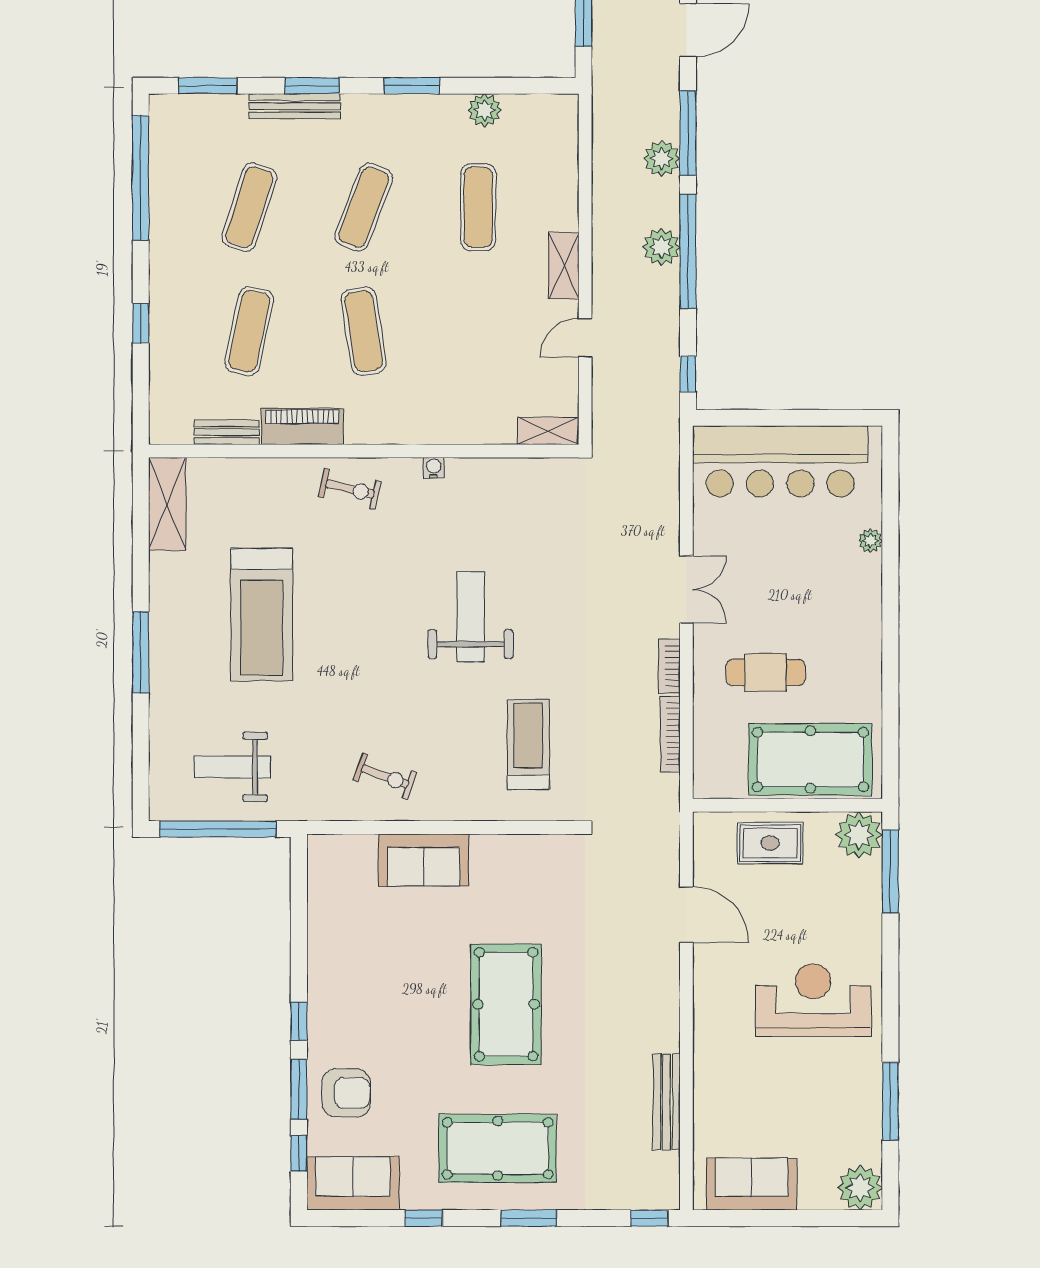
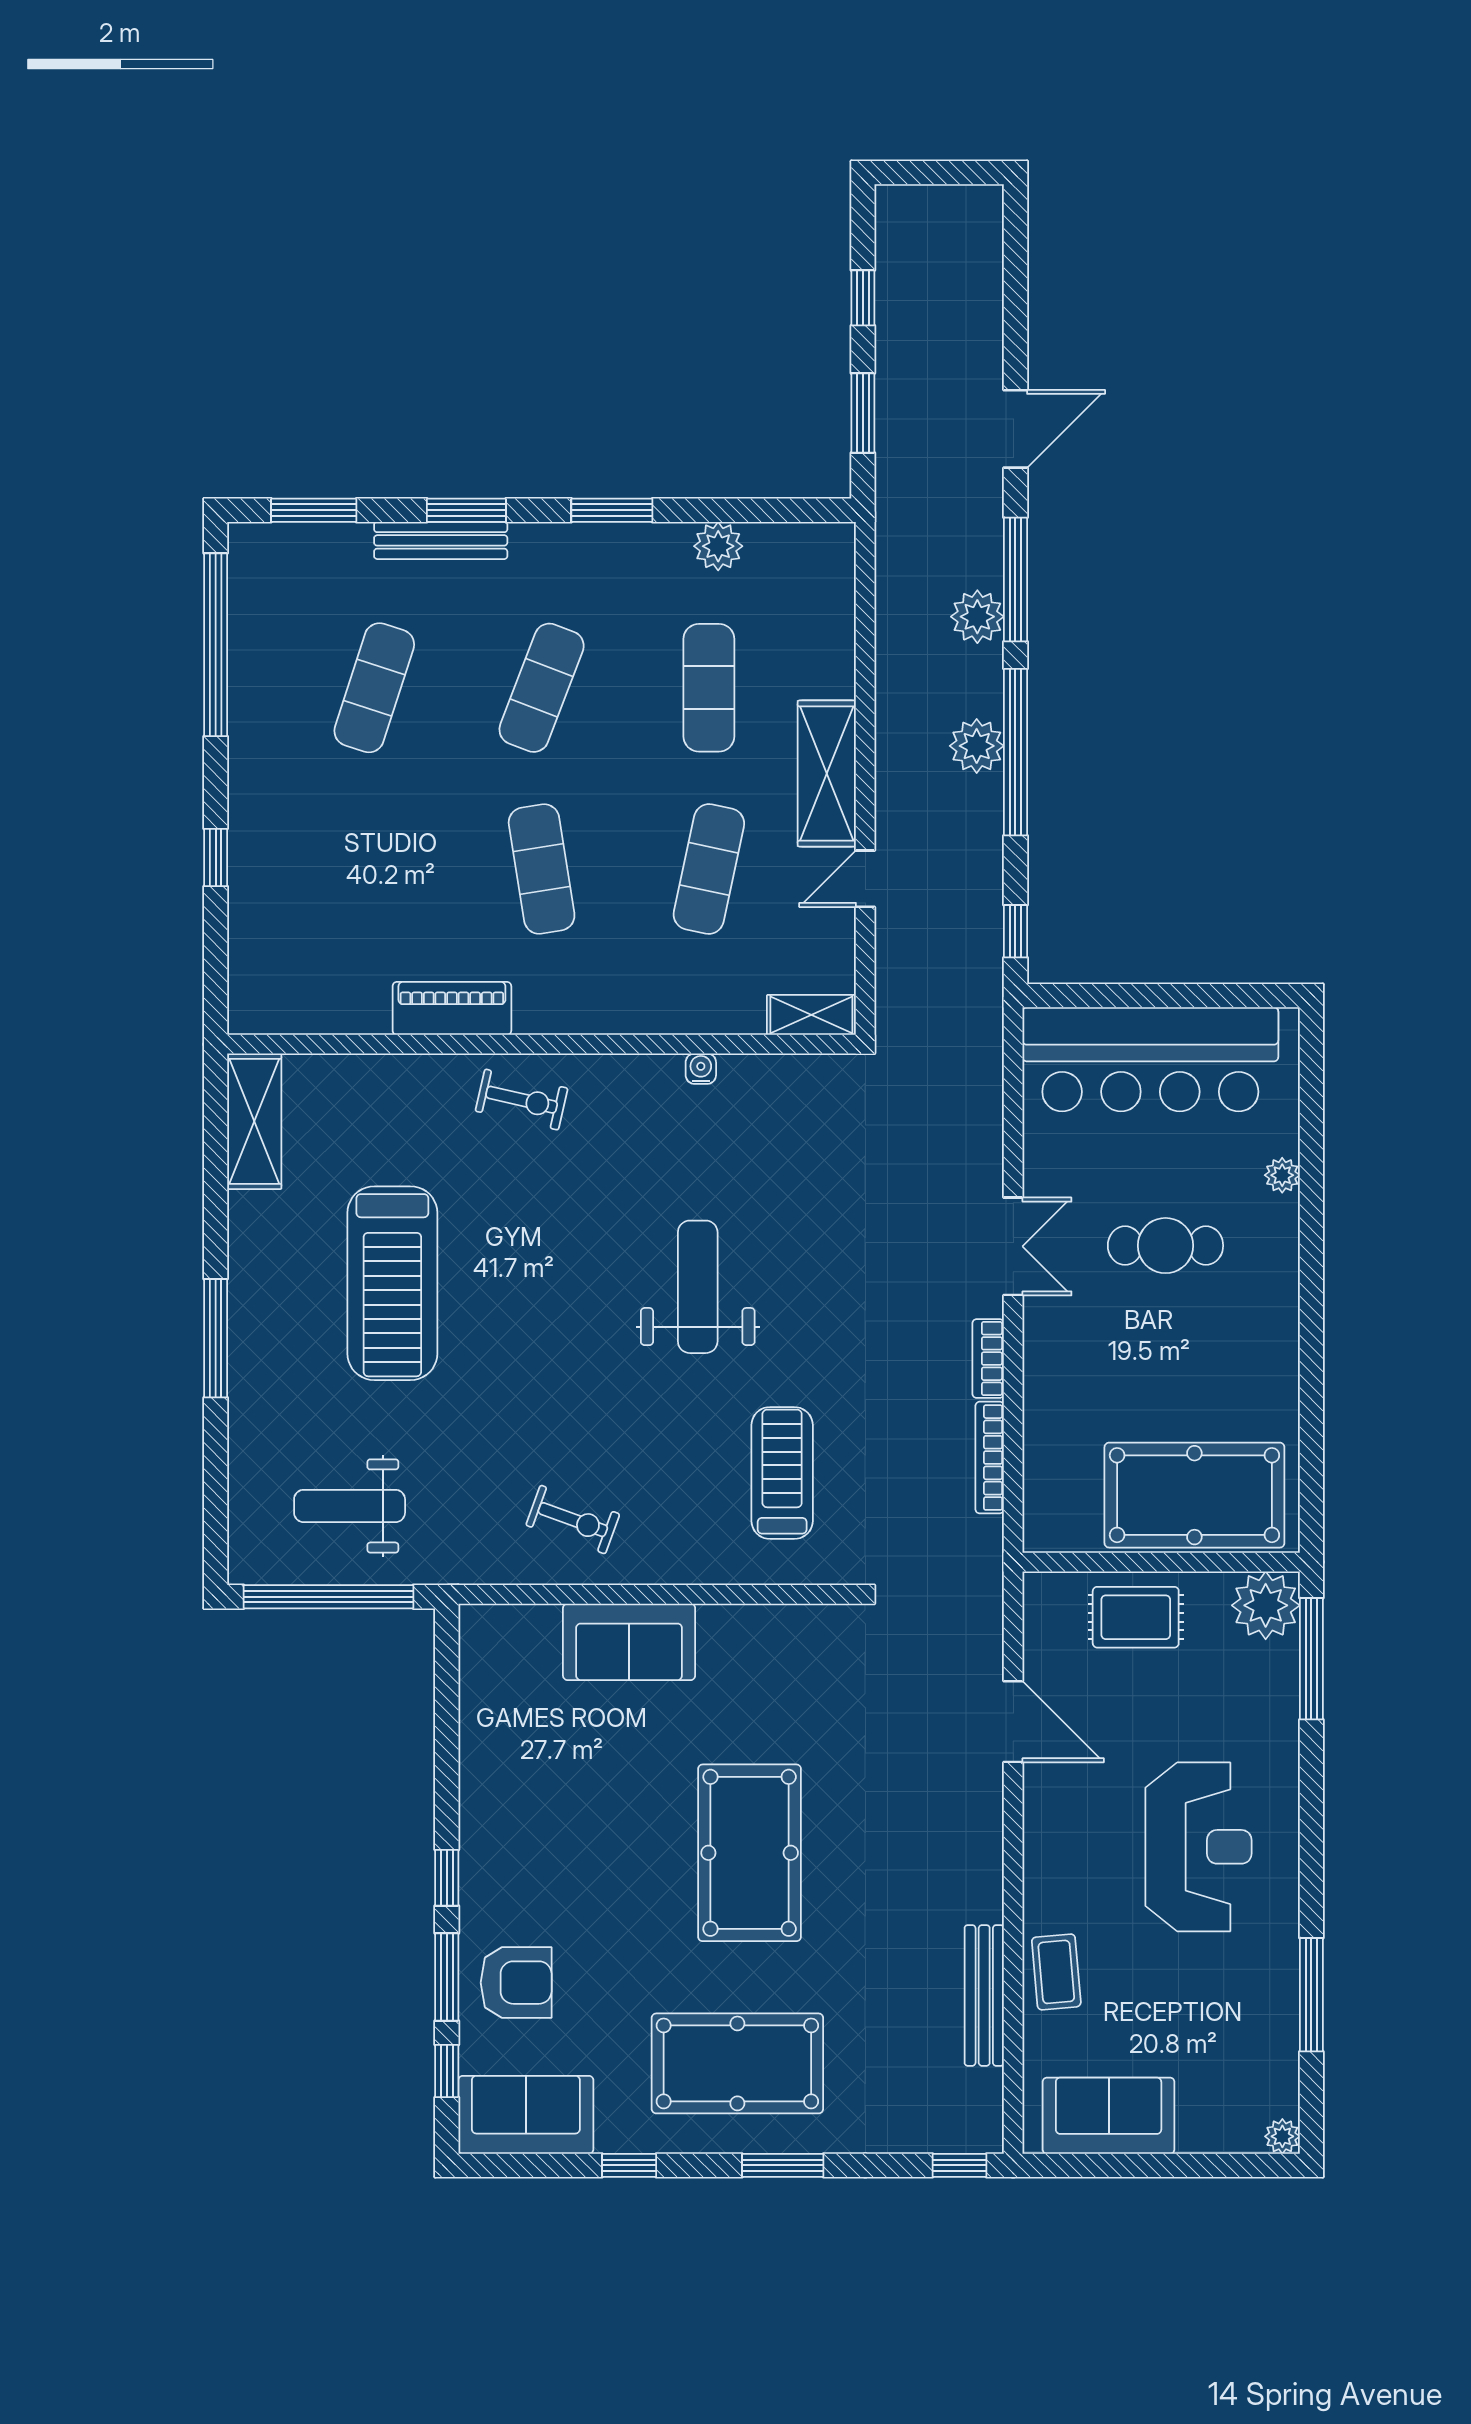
shelving: (564, 266) -> (827, 773), width x1.50, depth x1.33
exercise mat: (249, 331) -> (709, 869), moved
bench: (227, 432) -> (341, 1017), removed
water cooler: (434, 468) -> (701, 1069), moved
cafe table: (766, 672) -> (1165, 1246), moved
reception desk: (813, 1000) -> (1198, 1847), turned 90
coffee table: (716, 1086) -> (1056, 1972), added
plant: (860, 1188) -> (1282, 2136), width x0.53, depth x0.53

